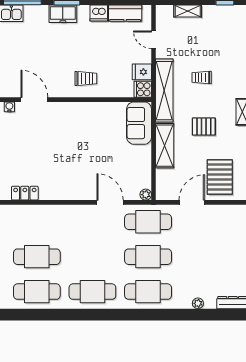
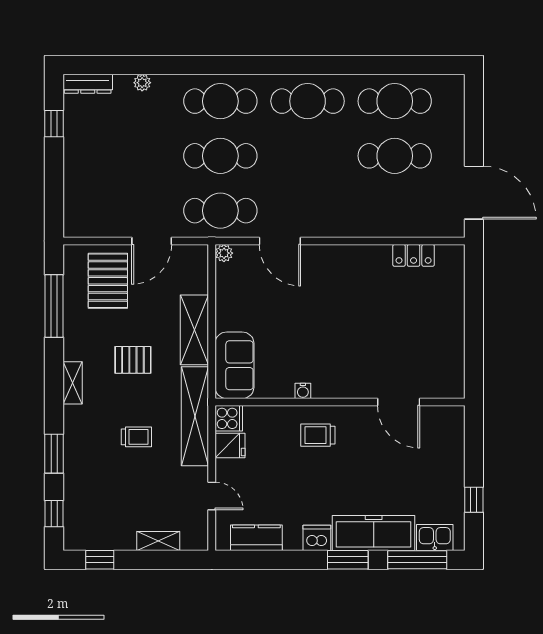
dishwasher: (99, 13) -> (317, 538), moved
freezer: (63, 14) -> (374, 533), width x1.91, depth x1.26
water cooler: (9, 107) -> (303, 391), moved

